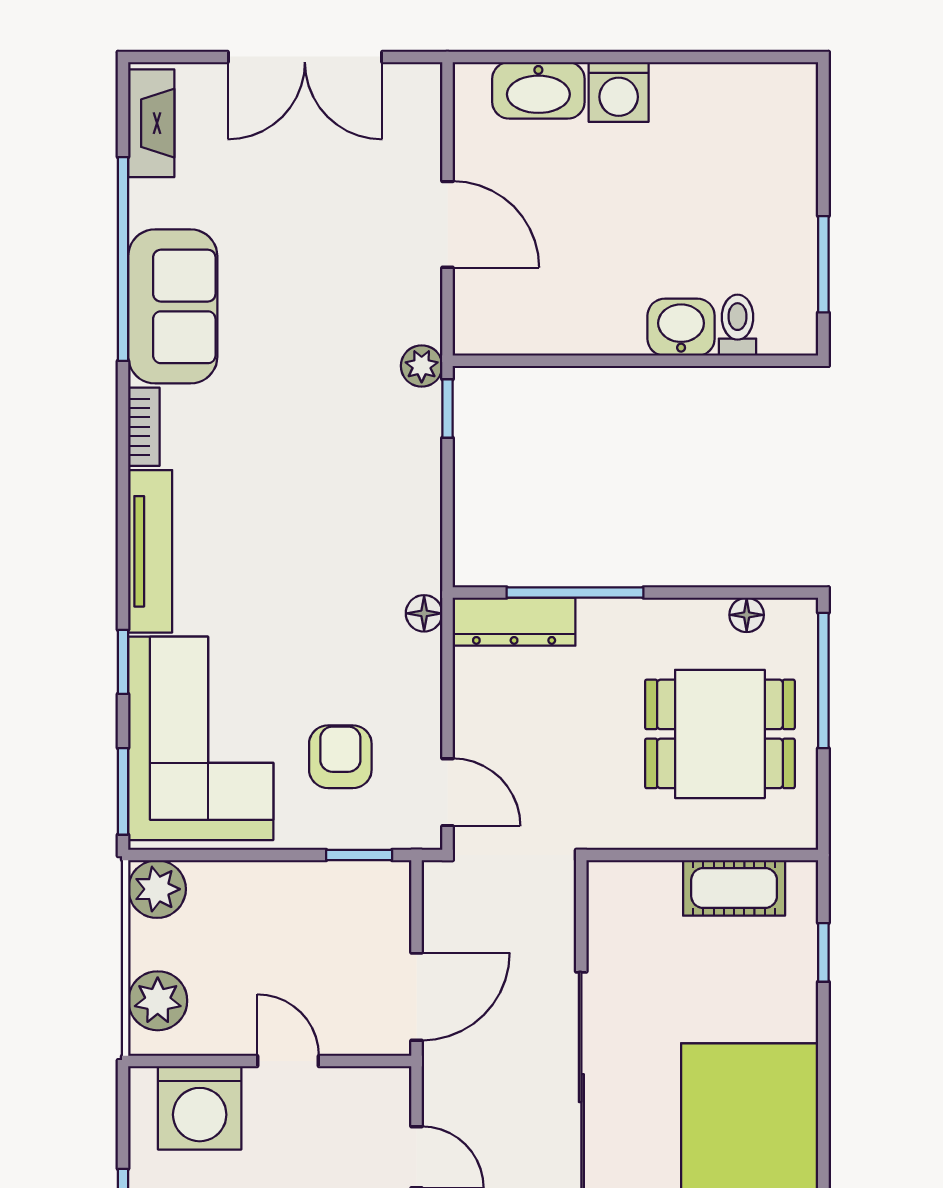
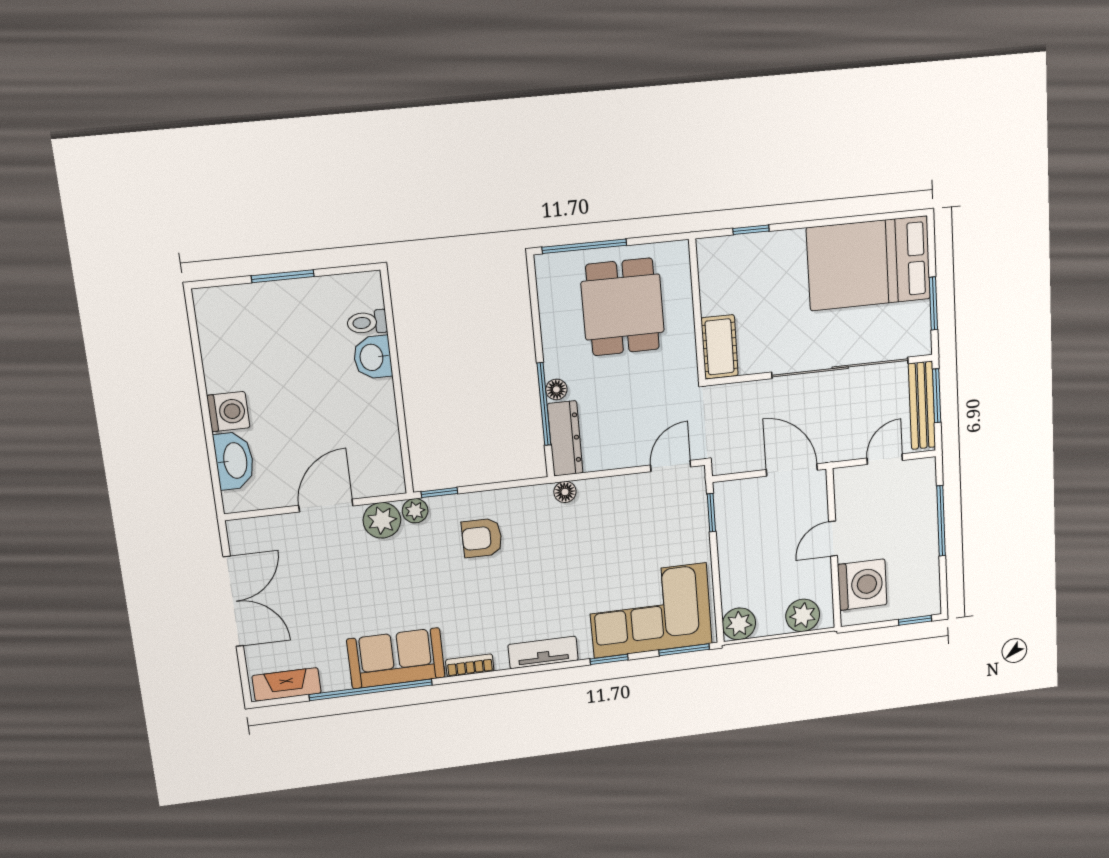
window: (823, 264) -> (283, 276), moved
plant: (412, 311) -> (382, 520), added
tv unit: (150, 551) -> (543, 652), width x0.71
floor lamp: (747, 615) -> (556, 389), moved
armchair: (340, 757) -> (482, 538), moved
cot: (734, 888) -> (720, 347), moved

